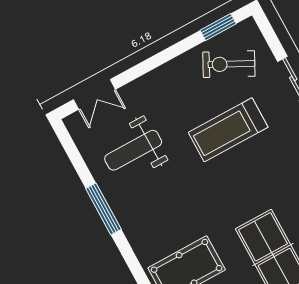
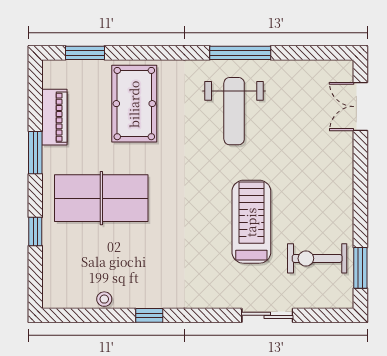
exercise bike: (229, 64) -> (317, 258), turned -117
weight bench: (133, 150) -> (234, 111), moved, turned 180

